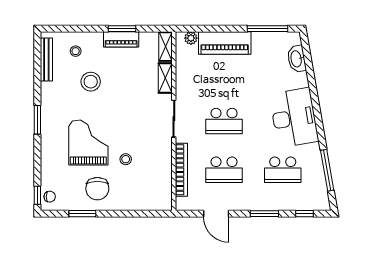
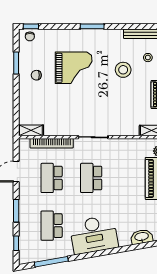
shelving: (165, 78) -> (31, 130), moved
stool: (126, 159) -> (60, 98), removed
chair: (97, 189) -> (36, 75), width x0.54, depth x0.54

